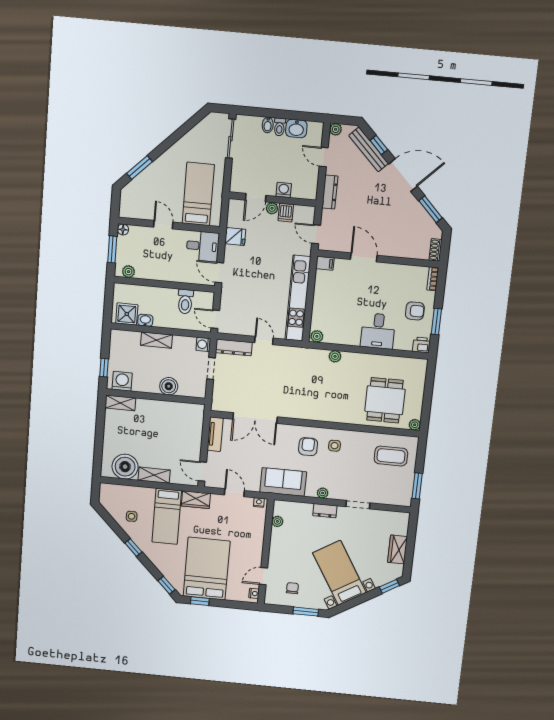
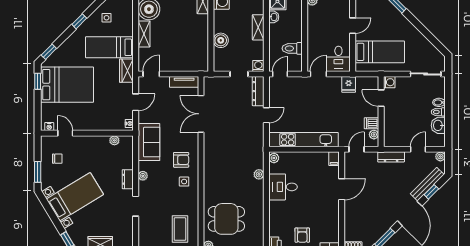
washing machine: (284, 190) -> (389, 82), moved
plant: (272, 208) -> (374, 135), moved
desk: (378, 331) -> (283, 187), moved

